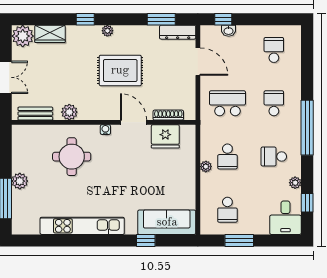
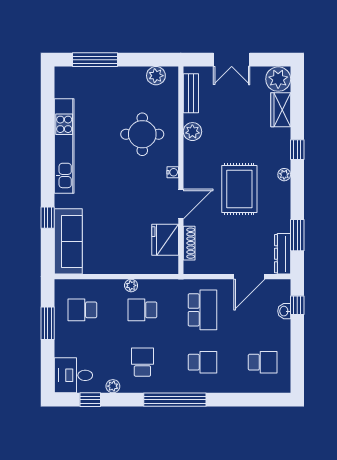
plant: (20, 181) -> (156, 76), moved

